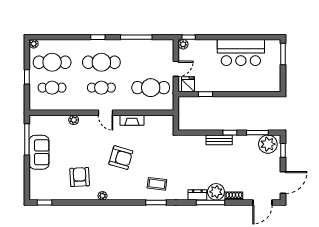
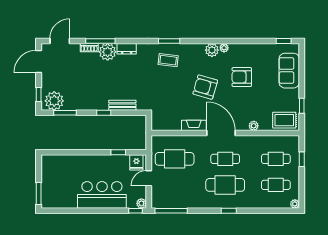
window: (136, 37) -> (171, 211), moved
bar counter: (241, 53) -> (102, 195), moved
cafe table: (52, 62) -> (276, 185), width x0.73, depth x0.74
window: (27, 77) -> (302, 159), moved
door: (105, 113) -> (221, 133), width x1.88
rug: (44, 125) -> (284, 120), added
window: (230, 133) -> (104, 113), moved
window: (27, 139) -> (302, 106), width x0.46
bench: (219, 140) -> (122, 105), moved
sofa: (39, 152) -> (289, 71), moved
armchair: (80, 177) -> (242, 77), moved, turned 93
plant: (114, 194) -> (212, 50), added
window: (211, 202) -> (100, 41), moved

